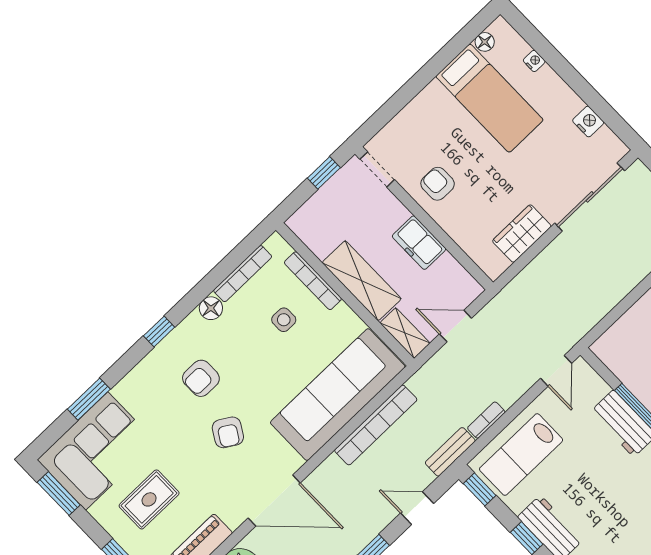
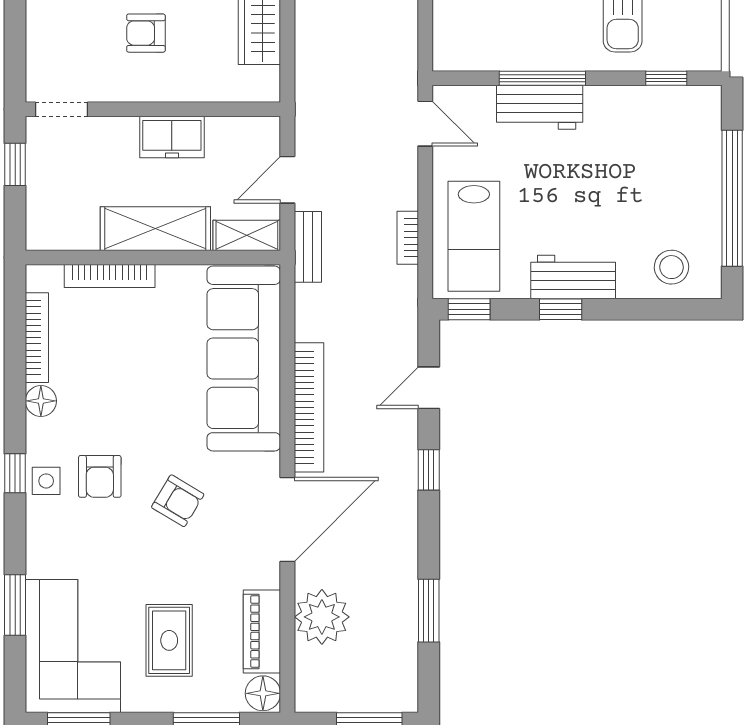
armchair: (438, 184) -> (146, 33), moved
side table: (284, 320) -> (46, 481), moved
bookcase: (376, 425) -> (309, 407), moved
bench: (450, 452) -> (308, 247), moved

